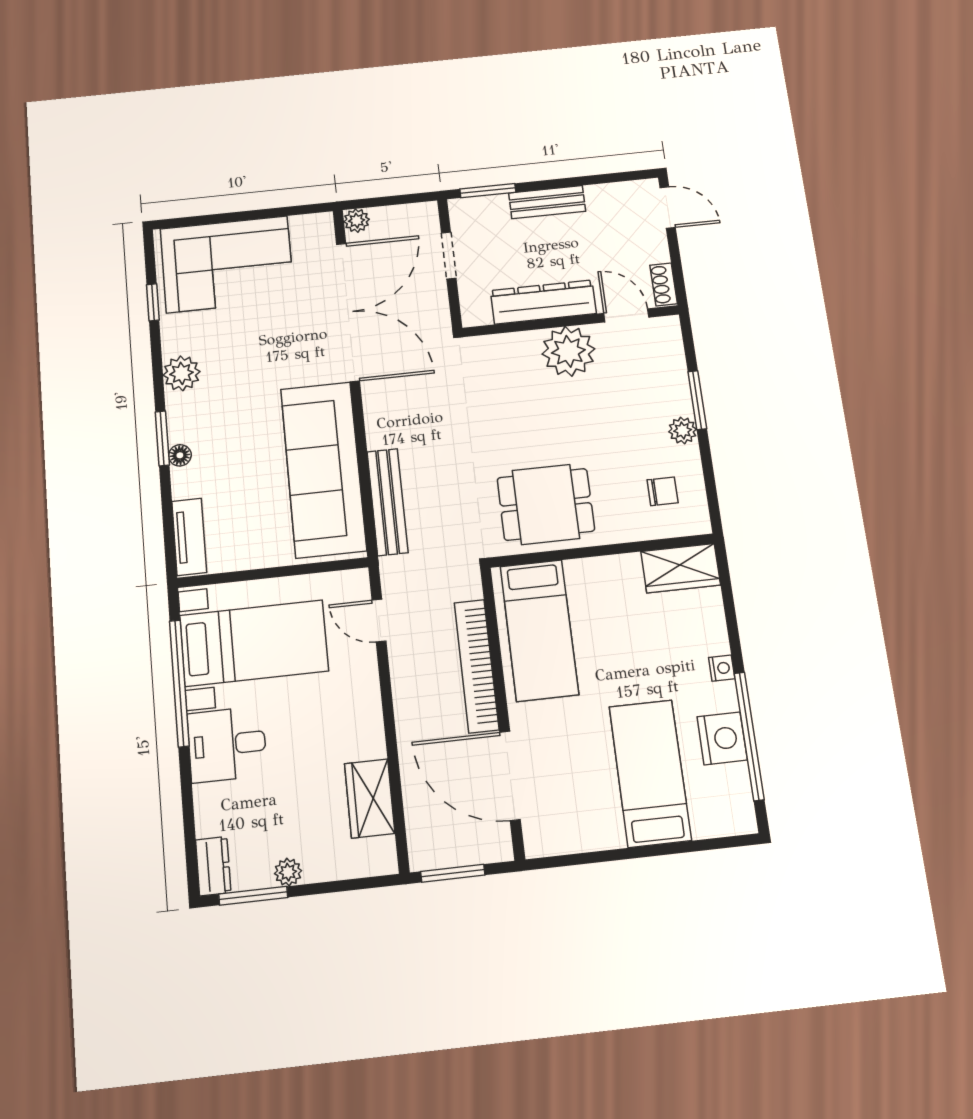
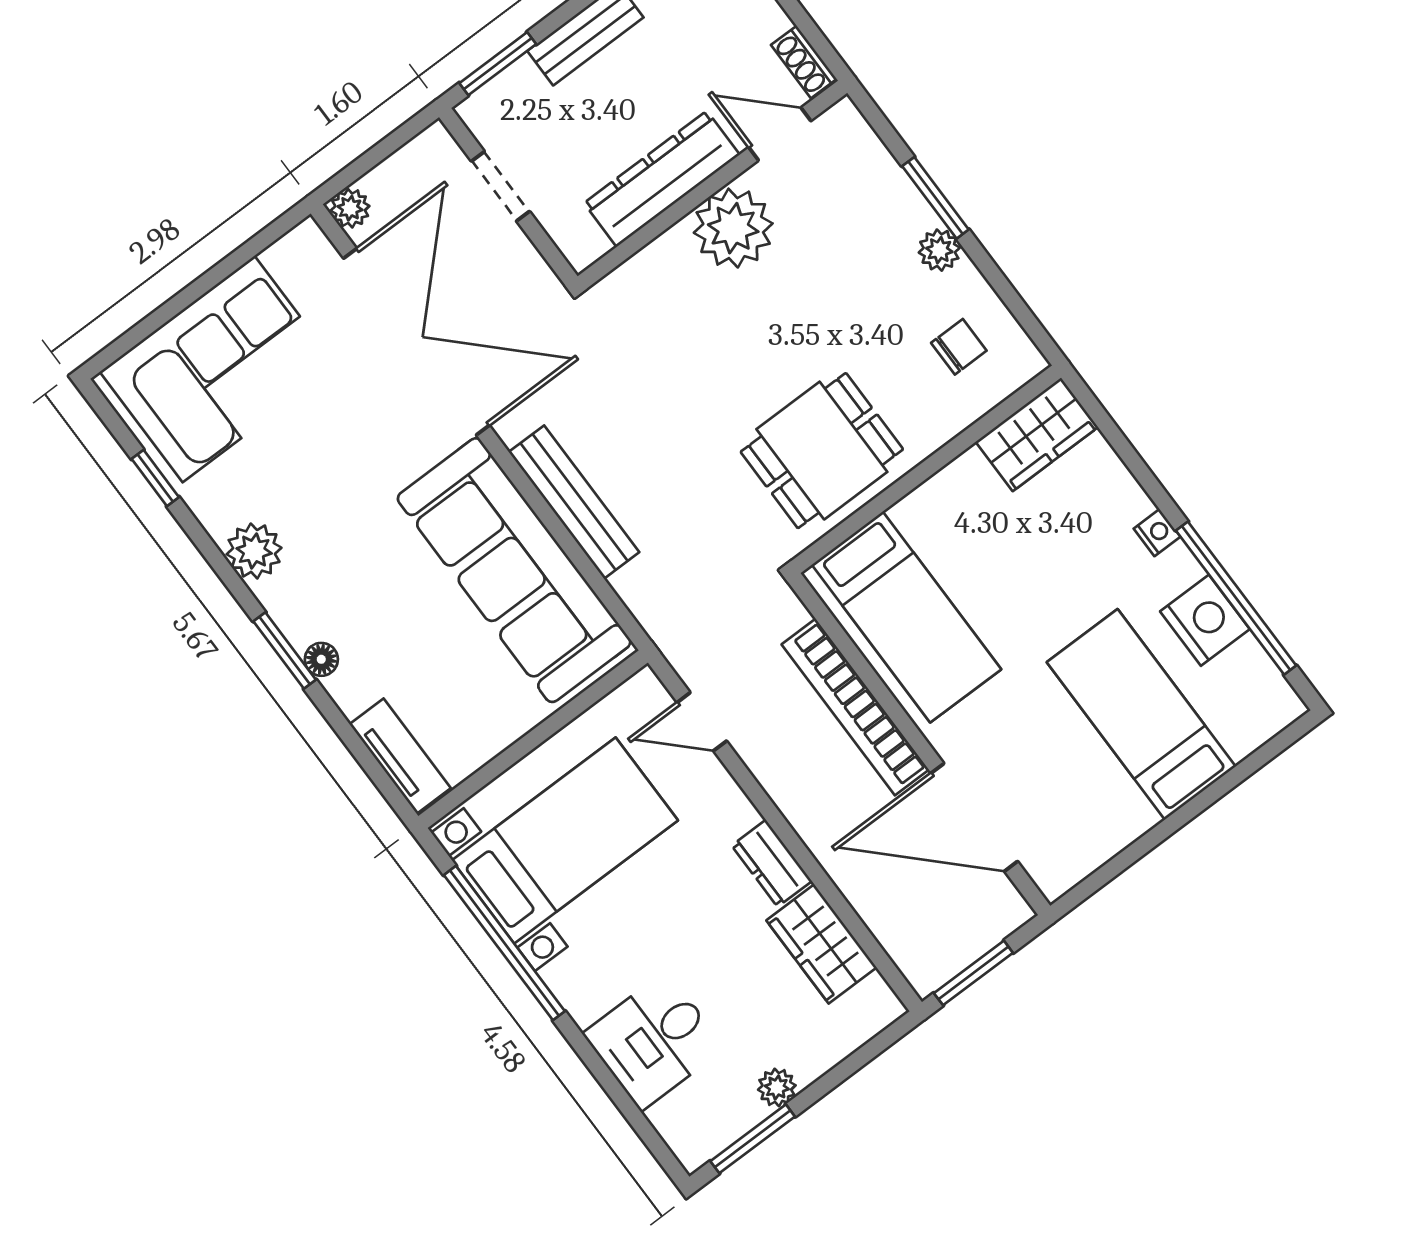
bench: (388, 502) -> (574, 502), moved
desk: (227, 744) -> (654, 1041), moved
dresser: (213, 866) -> (772, 863), moved, turned 180

